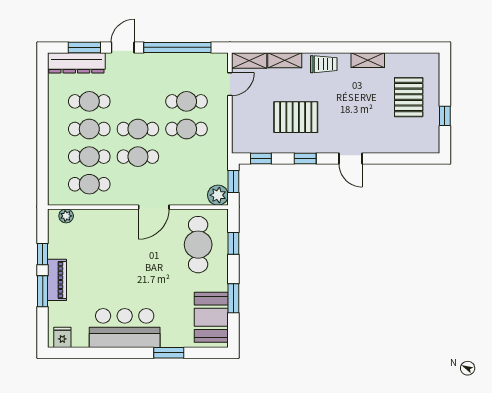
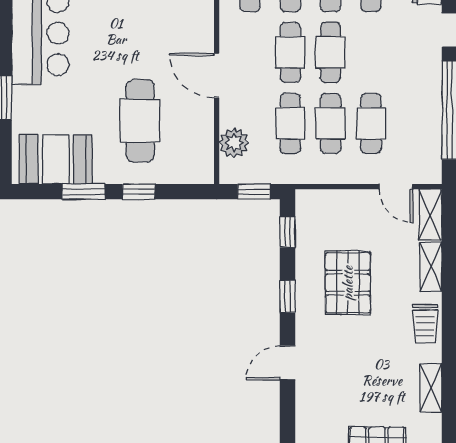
cafe table: (187, 157) -> (290, 123), added
plant: (218, 195) -> (234, 143), moved
window: (233, 243) -> (139, 192), moved
cafe table: (198, 245) -> (140, 121), moved, turned 90

